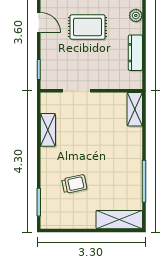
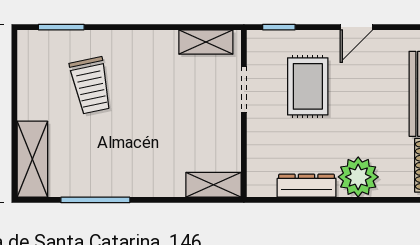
plant: (136, 15) -> (358, 177), width x1.88, depth x1.88
rug: (87, 27) -> (308, 86), moved
shelving: (48, 130) -> (206, 42), moved
trolley: (74, 184) -> (91, 85), width x1.36, depth x1.39

